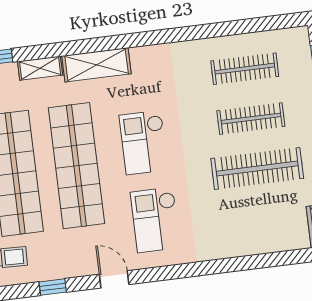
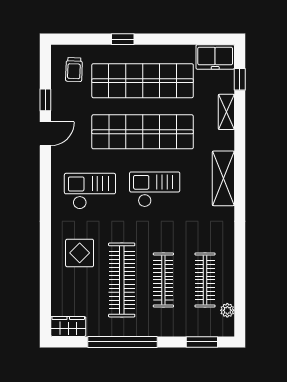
plant: (278, 37) -> (227, 310), added
shelving: (97, 65) -> (223, 178), moved
display table: (231, 223) -> (80, 253), added
door: (114, 279) -> (45, 134), moved

